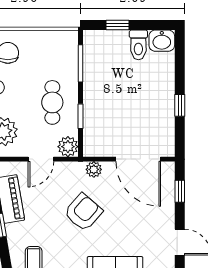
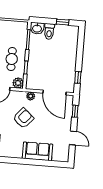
window: (118, 25) -> (63, 22), moved
washbasin: (162, 41) -> (37, 28), moved
toilet: (138, 45) -> (49, 31), moved
window: (180, 105) -> (78, 77), moved

